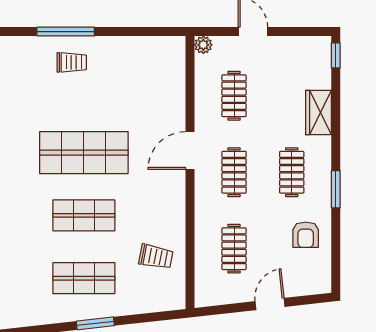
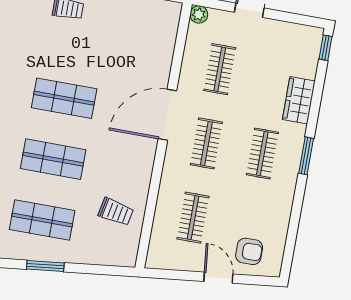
door: (190, 151) -> (167, 115), width x1.36
shop shelf: (84, 153) -> (64, 98), width x0.70, depth x0.74
window: (336, 189) -> (306, 156), moved
armchair: (306, 235) -> (249, 251), moved, turned -90
door: (270, 304) -> (218, 278), hinge flipped

